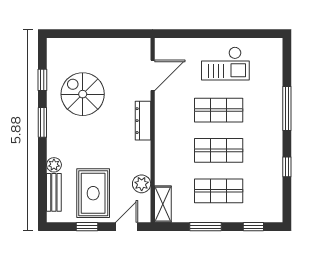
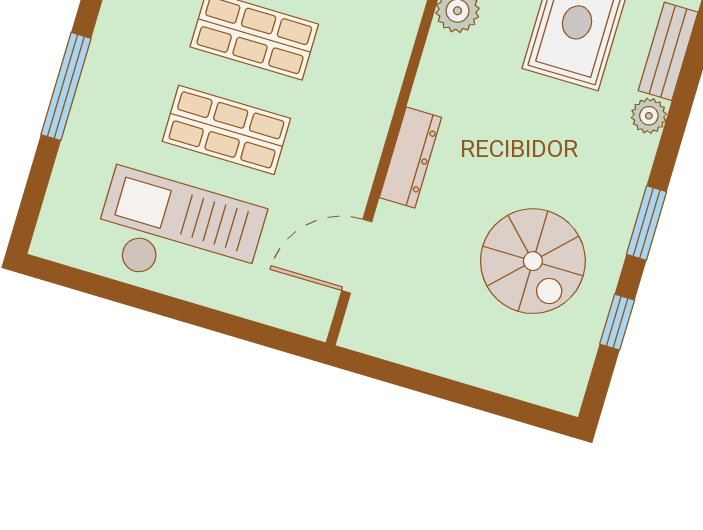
checkout: (225, 64) -> (178, 234), width x1.36, depth x1.21

